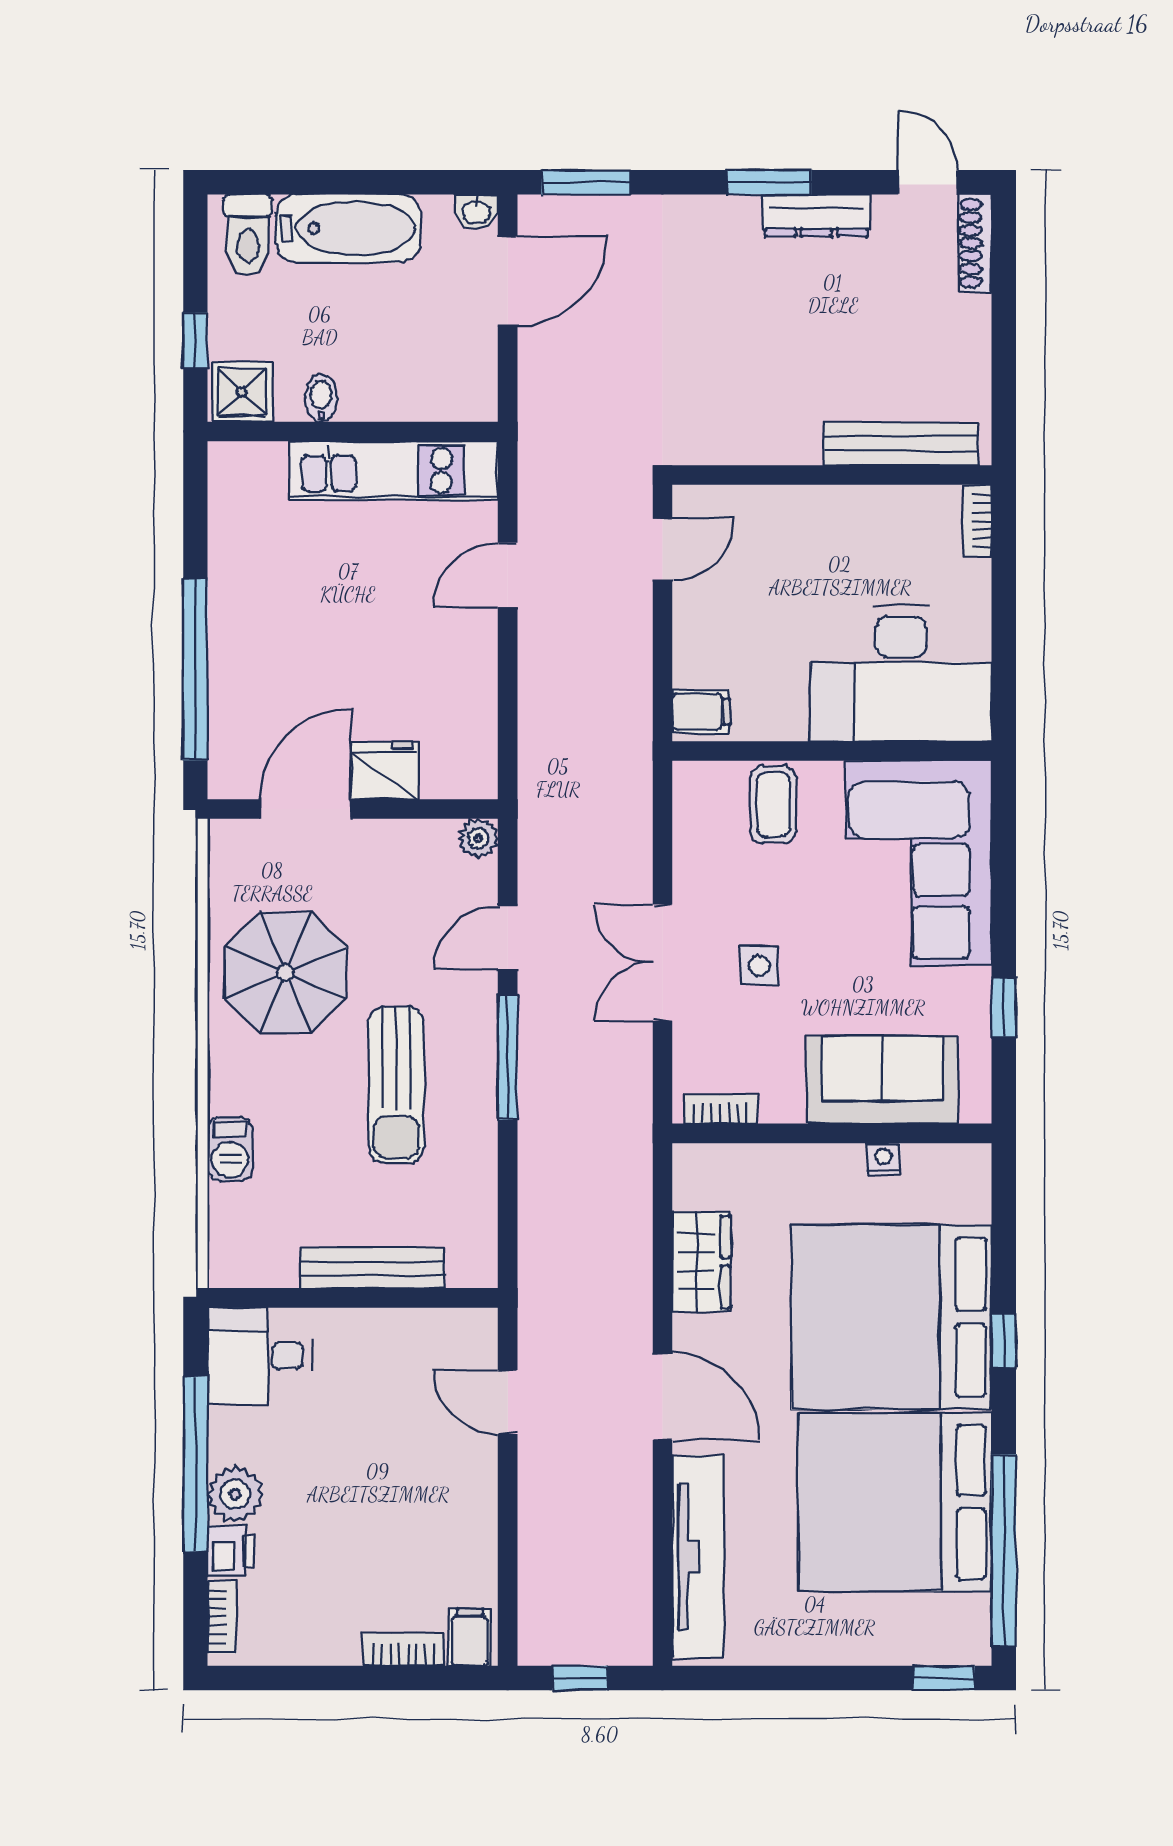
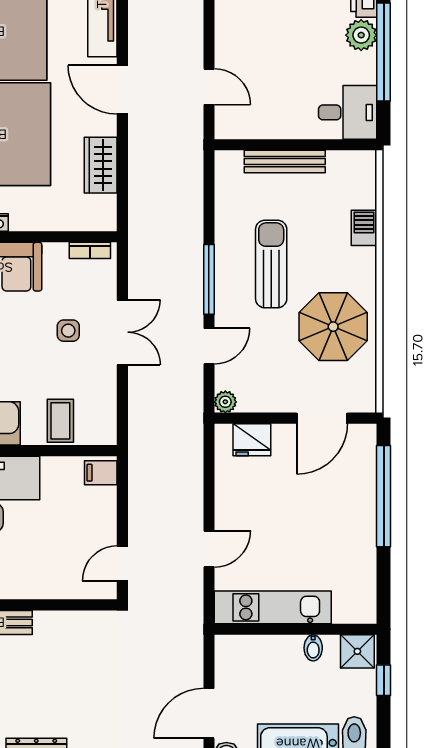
fridge: (385, 770) -> (252, 440), moved

